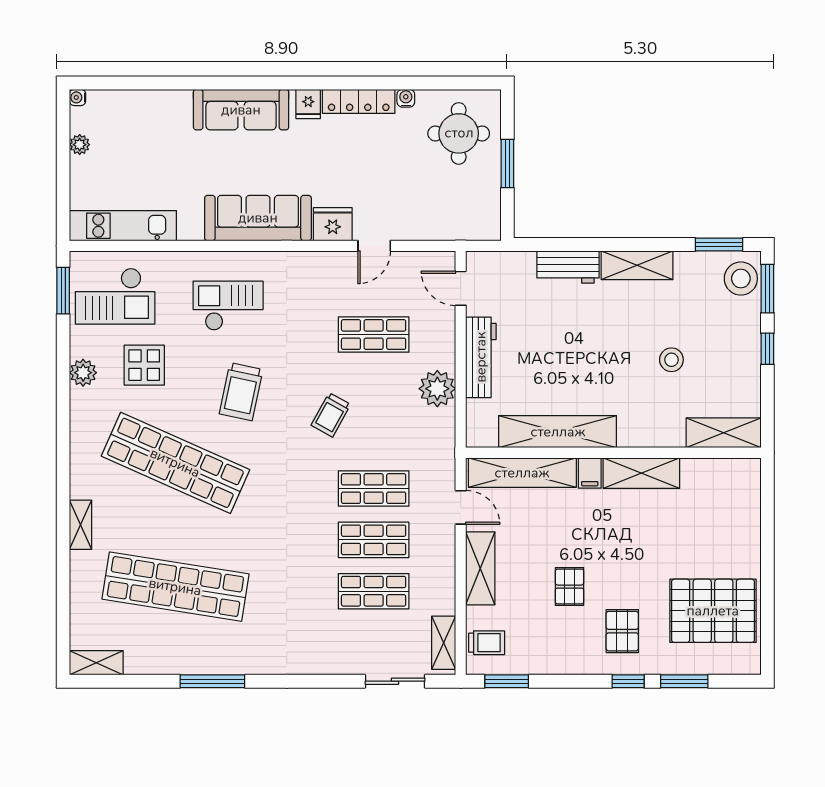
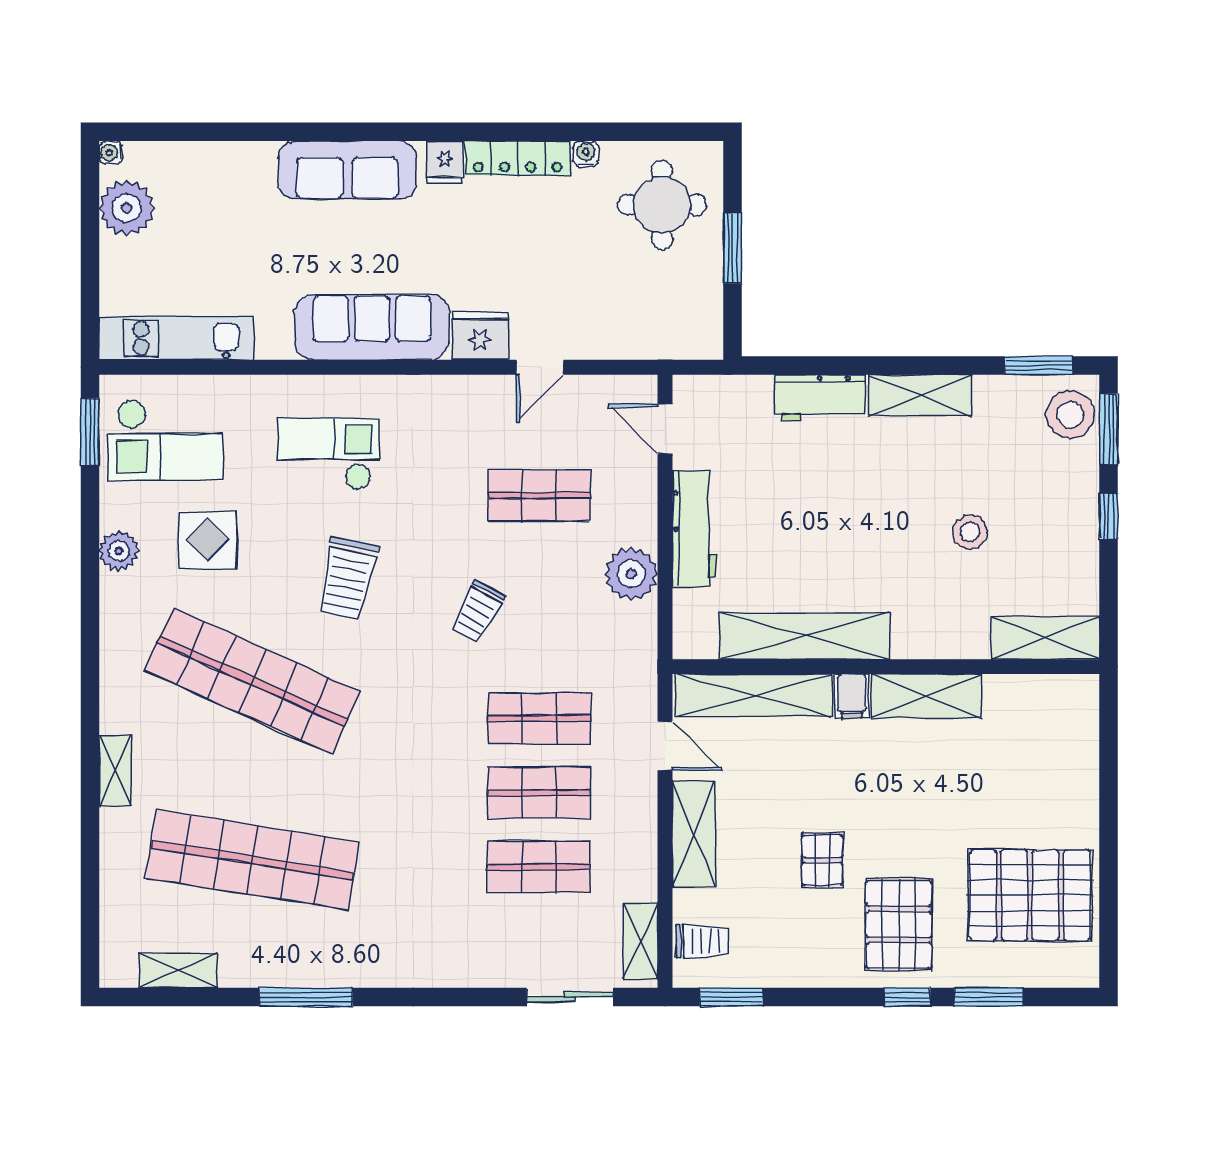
plant: (80, 145) -> (127, 208), width x1.88, depth x1.88
pallet: (622, 631) -> (899, 924), width x1.50, depth x1.42
shelving: (96, 663) -> (178, 970), moved

